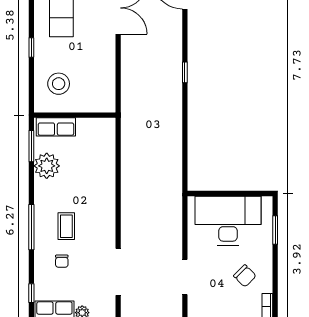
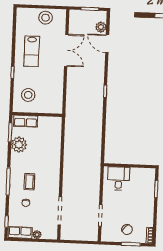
desk: (228, 221) -> (119, 178), width x0.53, depth x0.77
chair: (245, 276) -> (127, 230), moved

